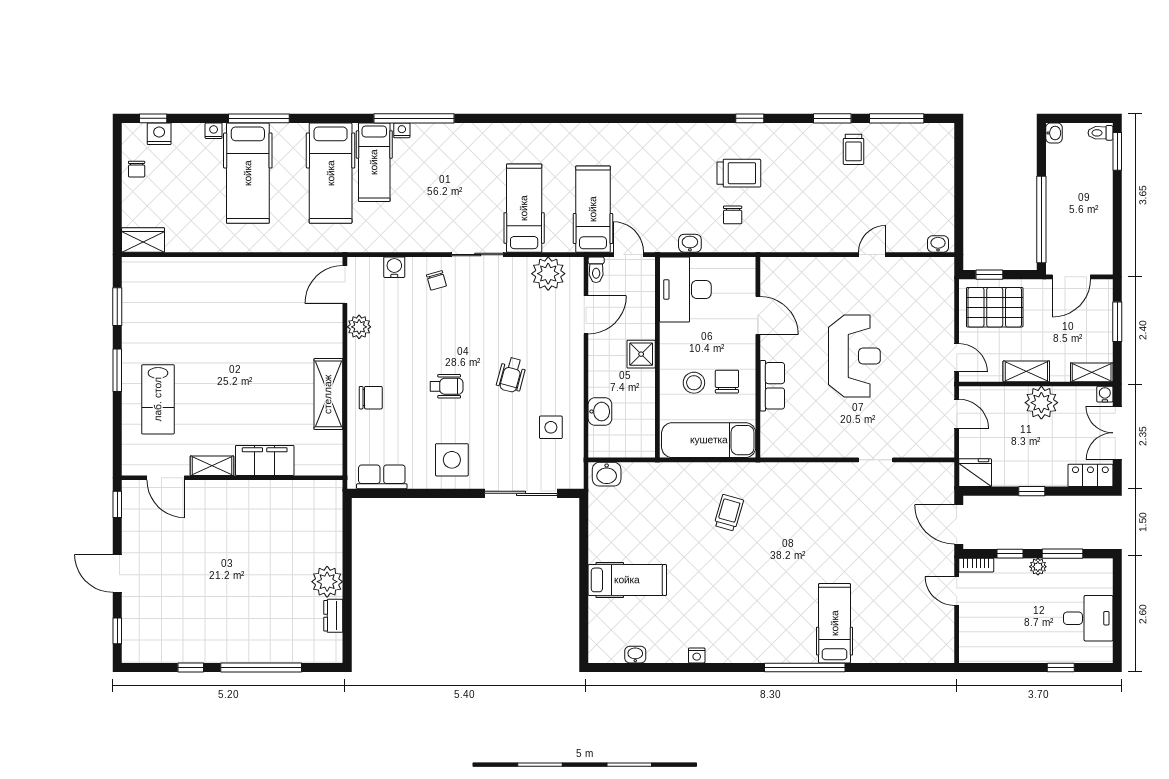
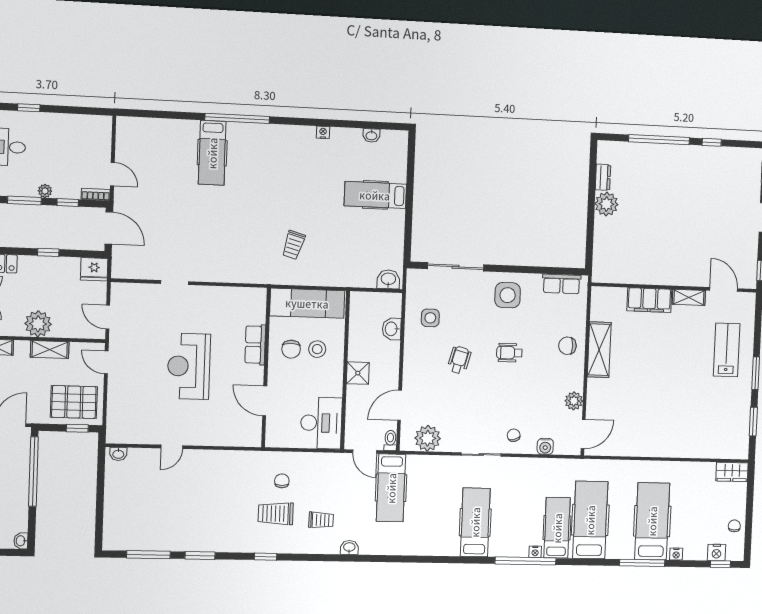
trolley: (854, 149) -> (321, 520), moved, turned 91
hospital bed: (524, 208) -> (475, 522), moved, turned 180
washbasin: (690, 243) -> (349, 547), moved, turned 180

